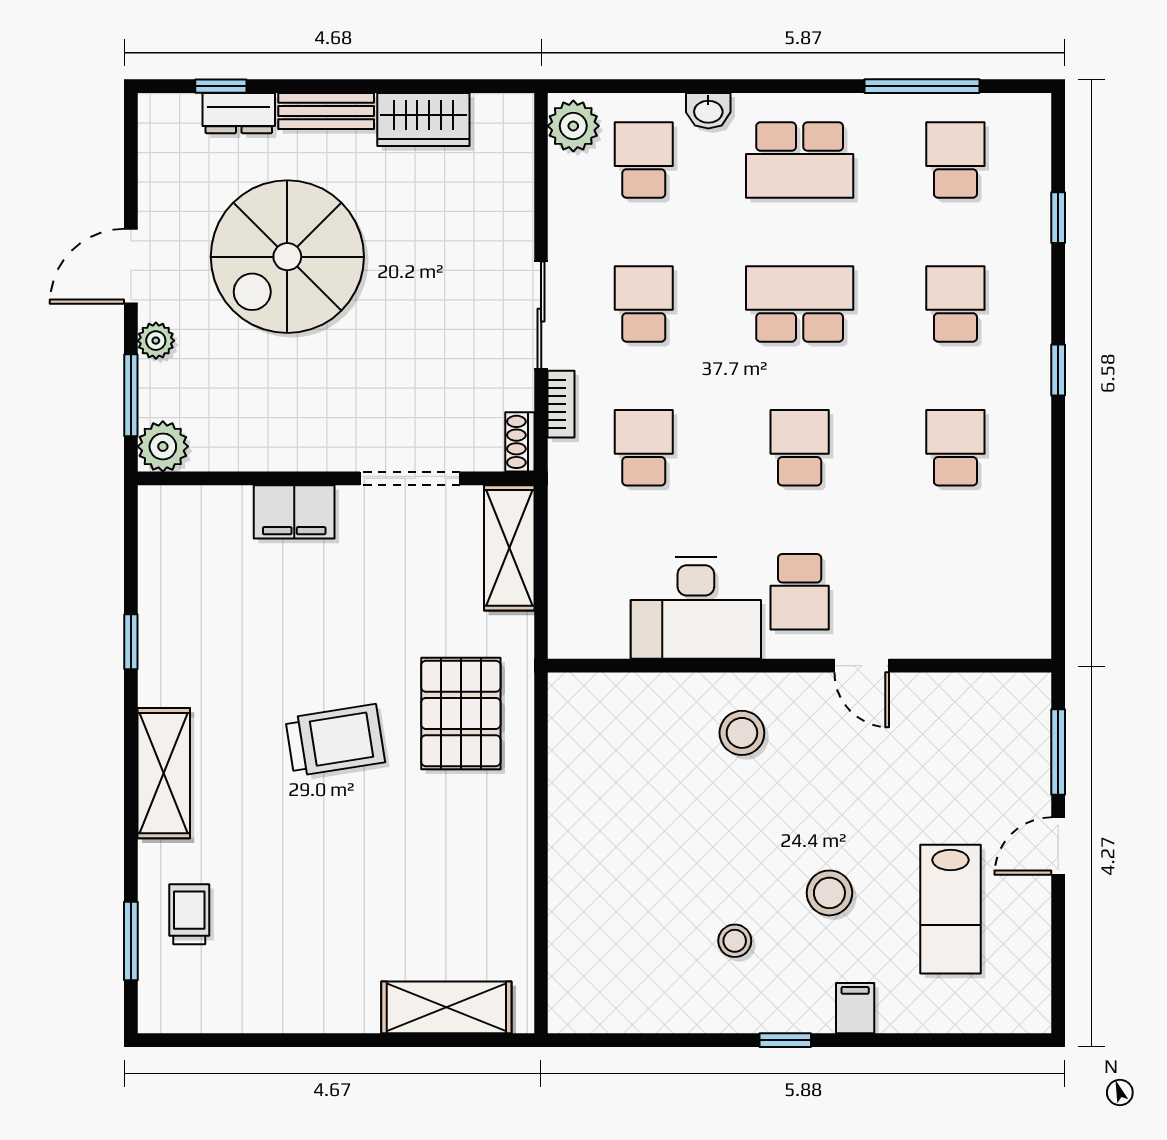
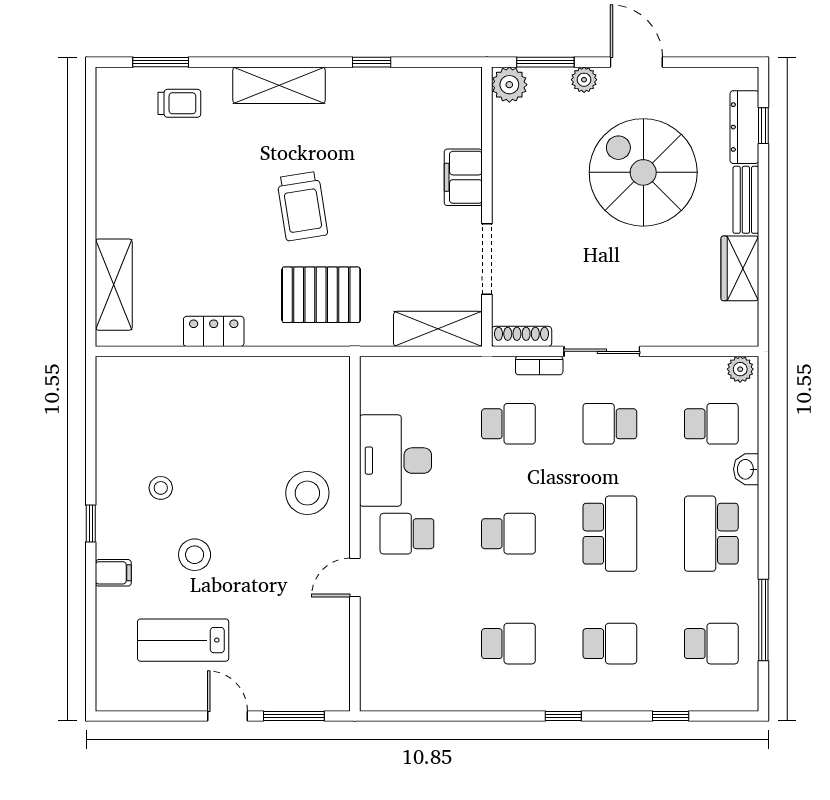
dresser: (239, 113) -> (744, 127), width x1.44
plant: (573, 126) -> (740, 369), width x0.73, depth x0.73
school desk: (644, 304) -> (610, 424), turned 180
shoe rack: (520, 442) -> (522, 336), width x1.43
stool: (742, 733) -> (307, 493), width x1.38, depth x1.38
locker: (513, 866) -> (214, 331), added

